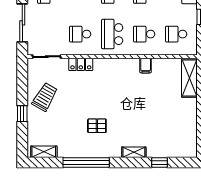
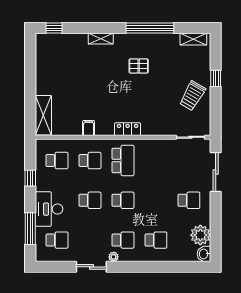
school desk: (80, 34) -> (156, 160), removed
locker: (81, 64) -> (128, 129), moved
window: (159, 163) -> (54, 28), moved

